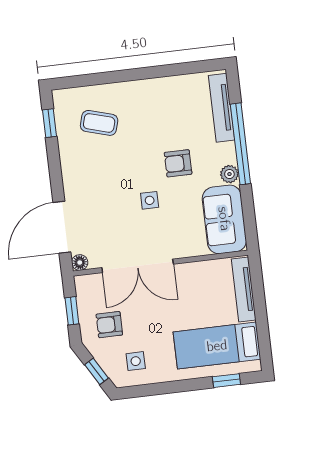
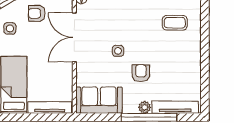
coffee table: (99, 123) -> (175, 23), turned 74
plant: (229, 174) -> (145, 107), moved
armchair: (109, 325) -> (37, 13), turned -90

